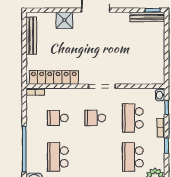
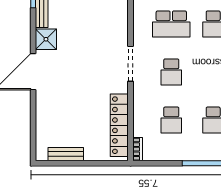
shower: (64, 20) -> (46, 39), moved
bench: (31, 36) -> (66, 154), width x0.73

